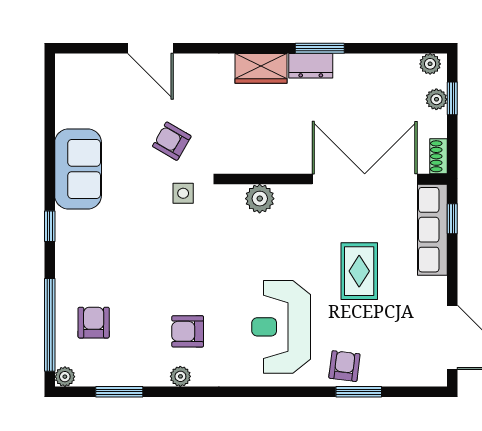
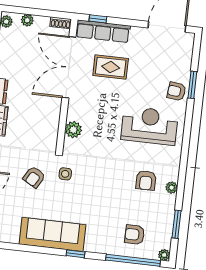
window: (452, 98) -> (28, 11), removed
sofa: (78, 169) -> (53, 234), width x1.36
rug: (359, 271) -> (111, 67), moved
reception desk: (281, 327) -> (149, 126), turned 180

